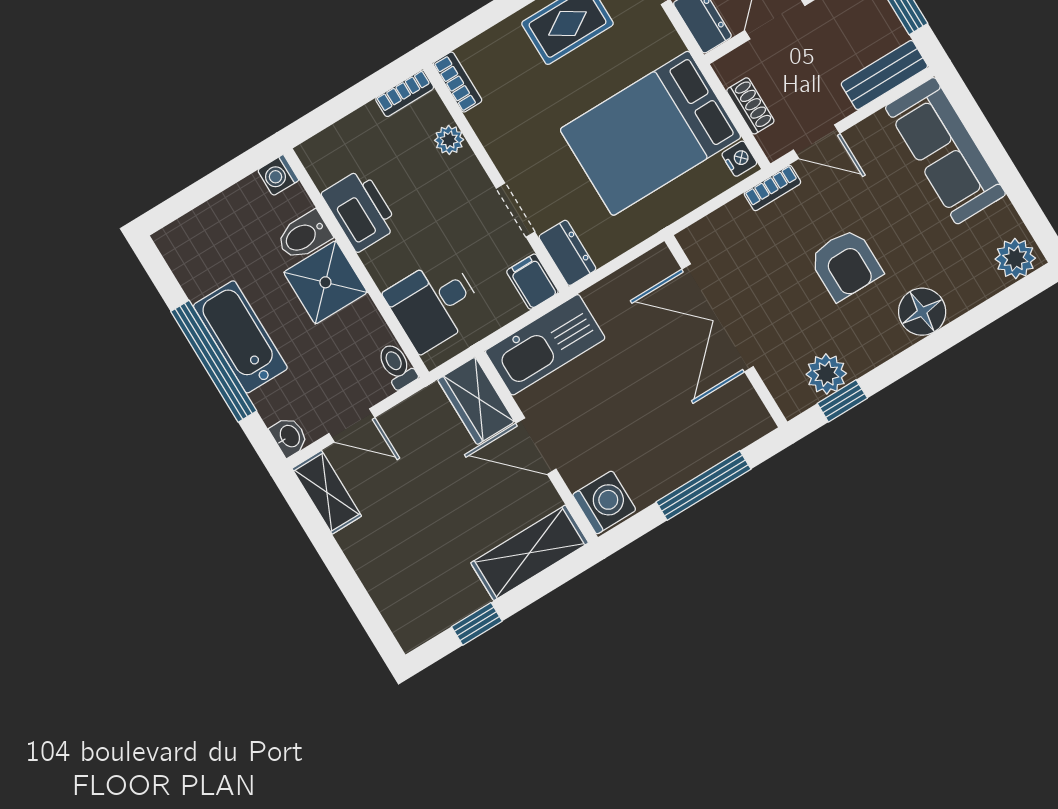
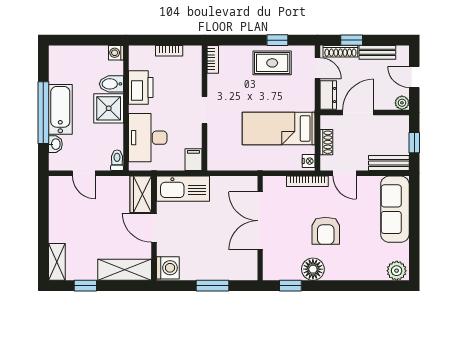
bookcase: (405, 93) -> (169, 51), moved
bed: (651, 133) -> (279, 128), width x0.67
plant: (449, 140) -> (195, 81), removed
bookcase: (772, 188) -> (307, 181), width x1.56
doorway: (516, 210) -> (204, 110), moved
dresser: (567, 253) -> (215, 157), removed
desk: (434, 304) -> (148, 138), width x1.37
floor lamp: (922, 312) -> (313, 269), moved
plant: (826, 374) -> (291, 271), removed
washbasin: (289, 437) -> (55, 144), moved
window: (704, 486) -> (213, 286), width x0.69
shelving: (327, 492) -> (57, 262), moved

